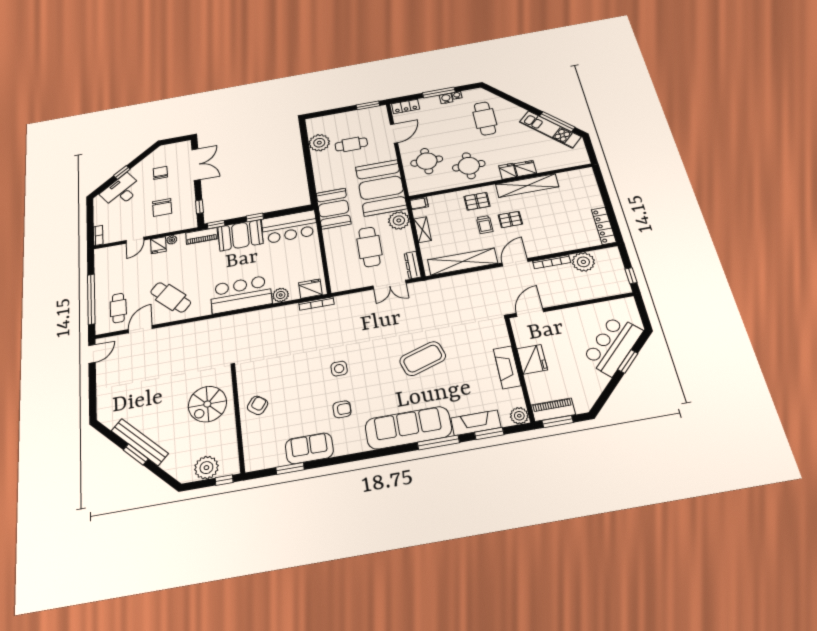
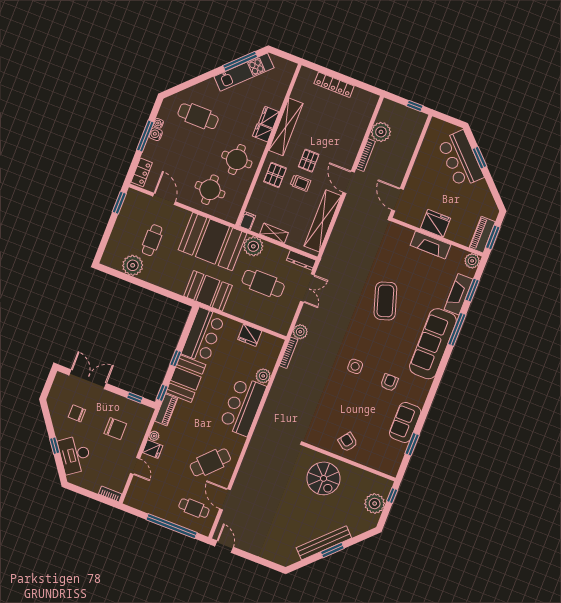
locker: (604, 226) -> (334, 85), moved
fridge: (310, 289) -> (250, 335), moved, turned -90
plant: (343, 302) -> (300, 332), added

